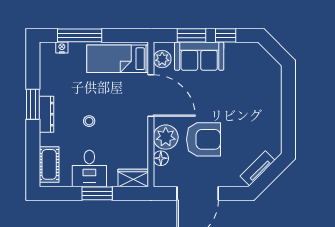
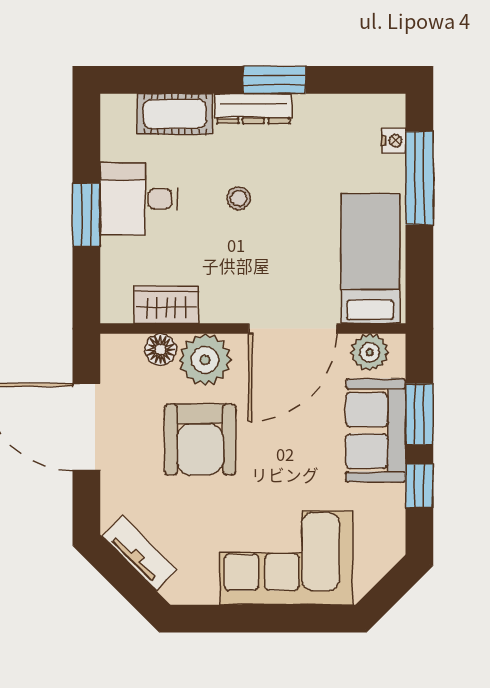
corner sofa: (260, 99) -> (286, 558), added
cot: (49, 164) -> (175, 114), moved
wardrobe: (133, 178) -> (166, 305), moved, turned -90

